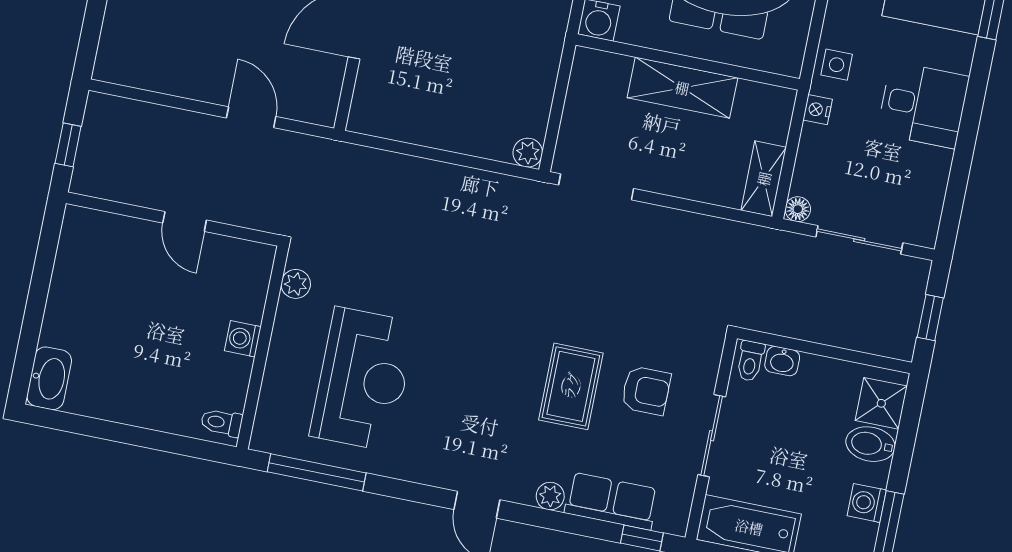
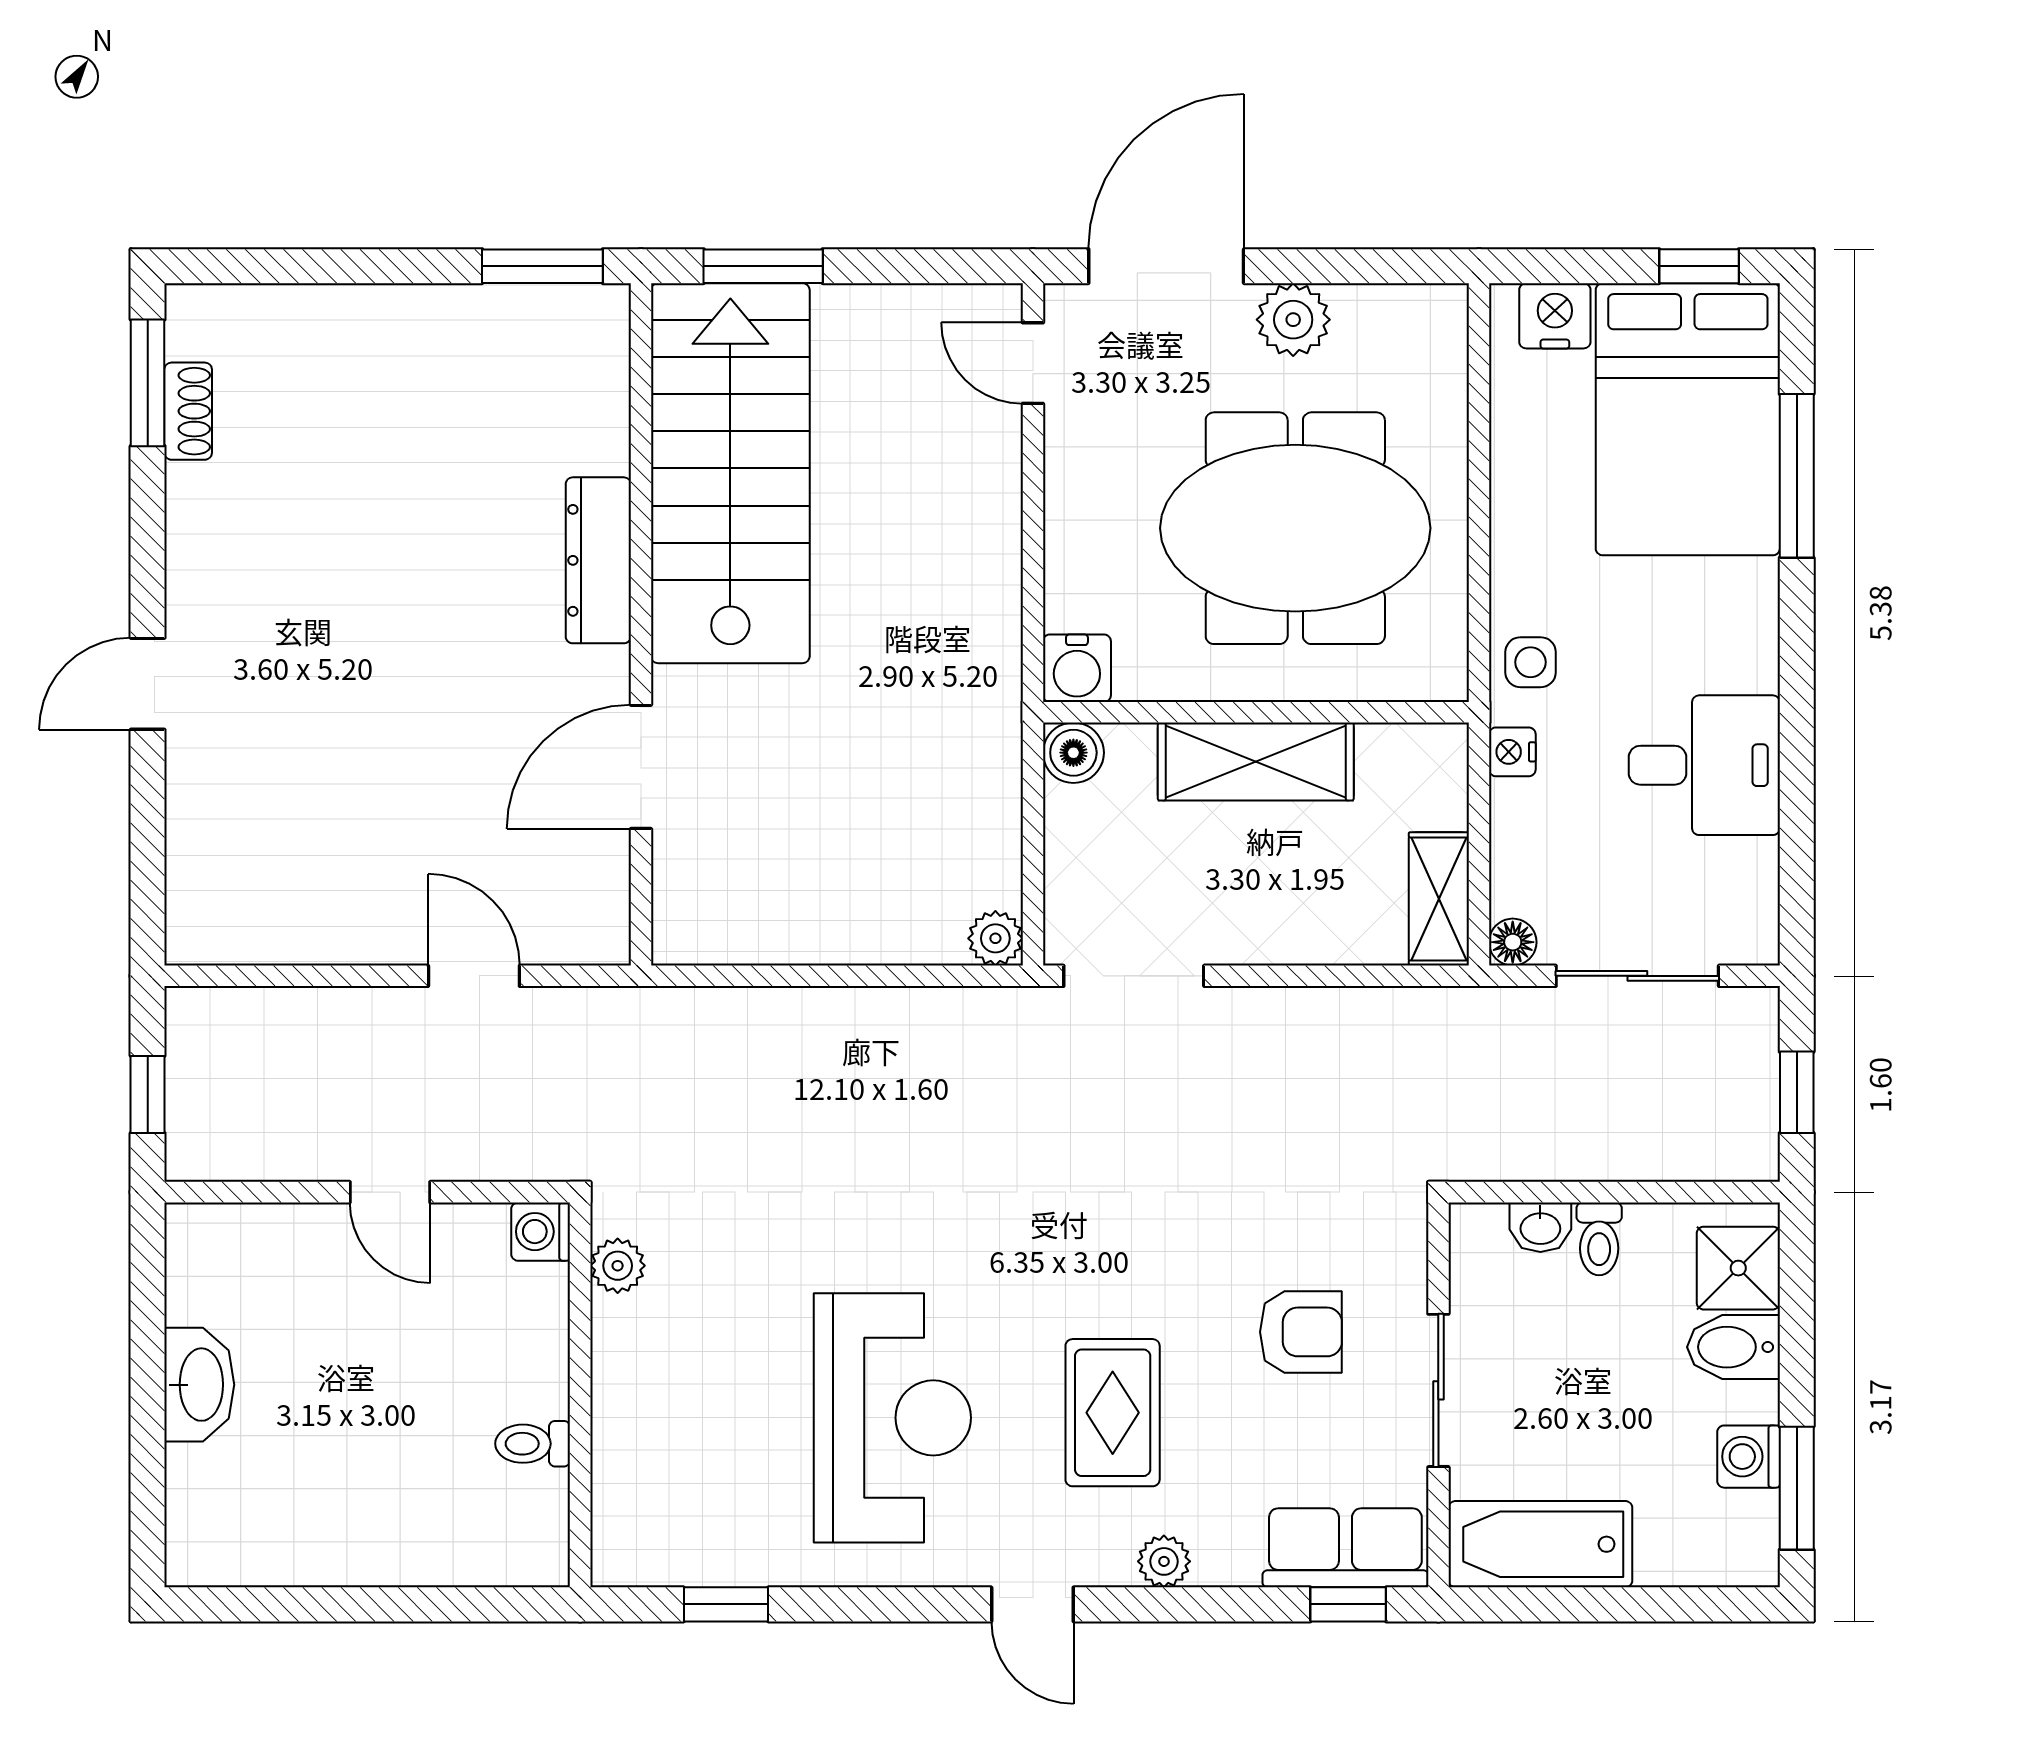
boiler: (588, 64) -> (1073, 753), added
desk: (923, 105) -> (1704, 765), moved
washing machine: (243, 339) -> (541, 1232), moved
toilet: (750, 361) -> (1599, 1239), moved
washbasin: (49, 378) -> (199, 1385), moved
reception desk: (363, 379) -> (892, 1418), moved
rug: (571, 386) -> (1113, 1413), moved
toilet: (222, 423) -> (533, 1444), moved
window: (317, 472) -> (726, 1604), width x0.46
row of seats: (611, 501) -> (1345, 1548), moved

